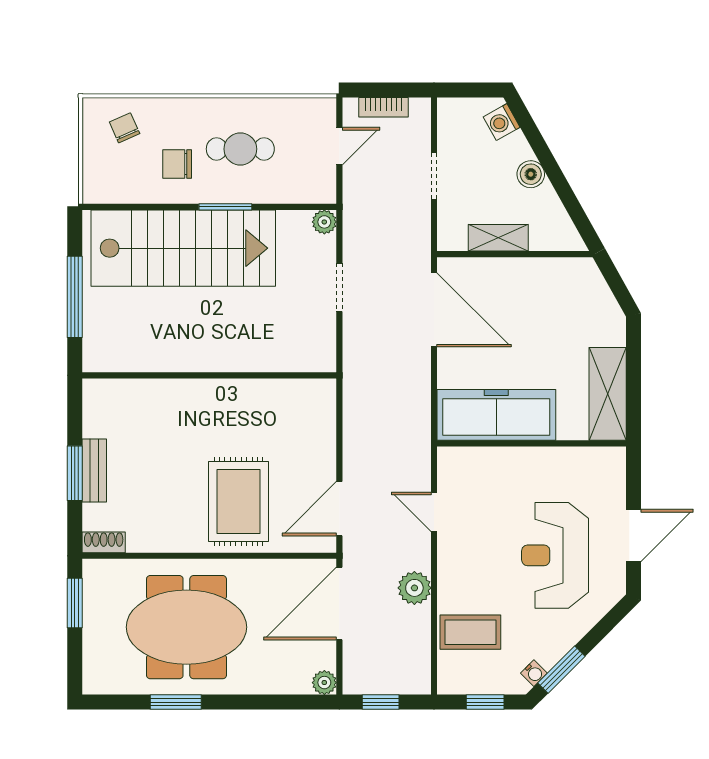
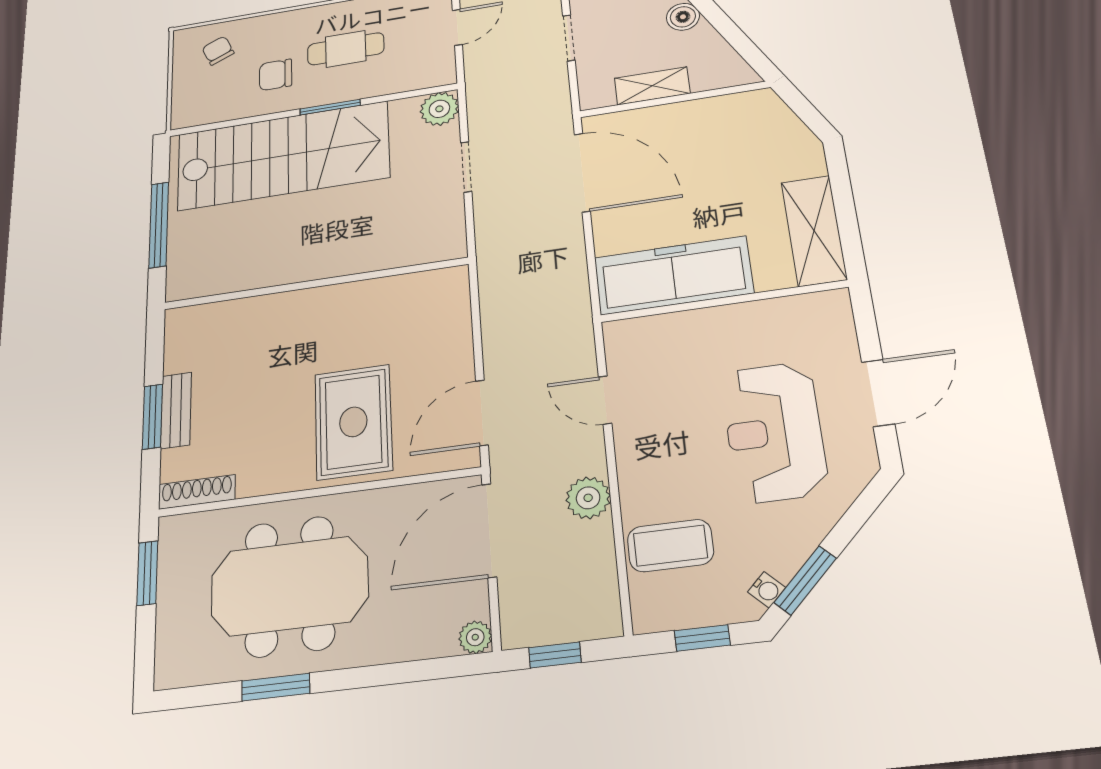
plant: (324, 222) -> (439, 109), width x1.38, depth x1.38
shoe rack: (104, 542) -> (197, 492), width x1.43

